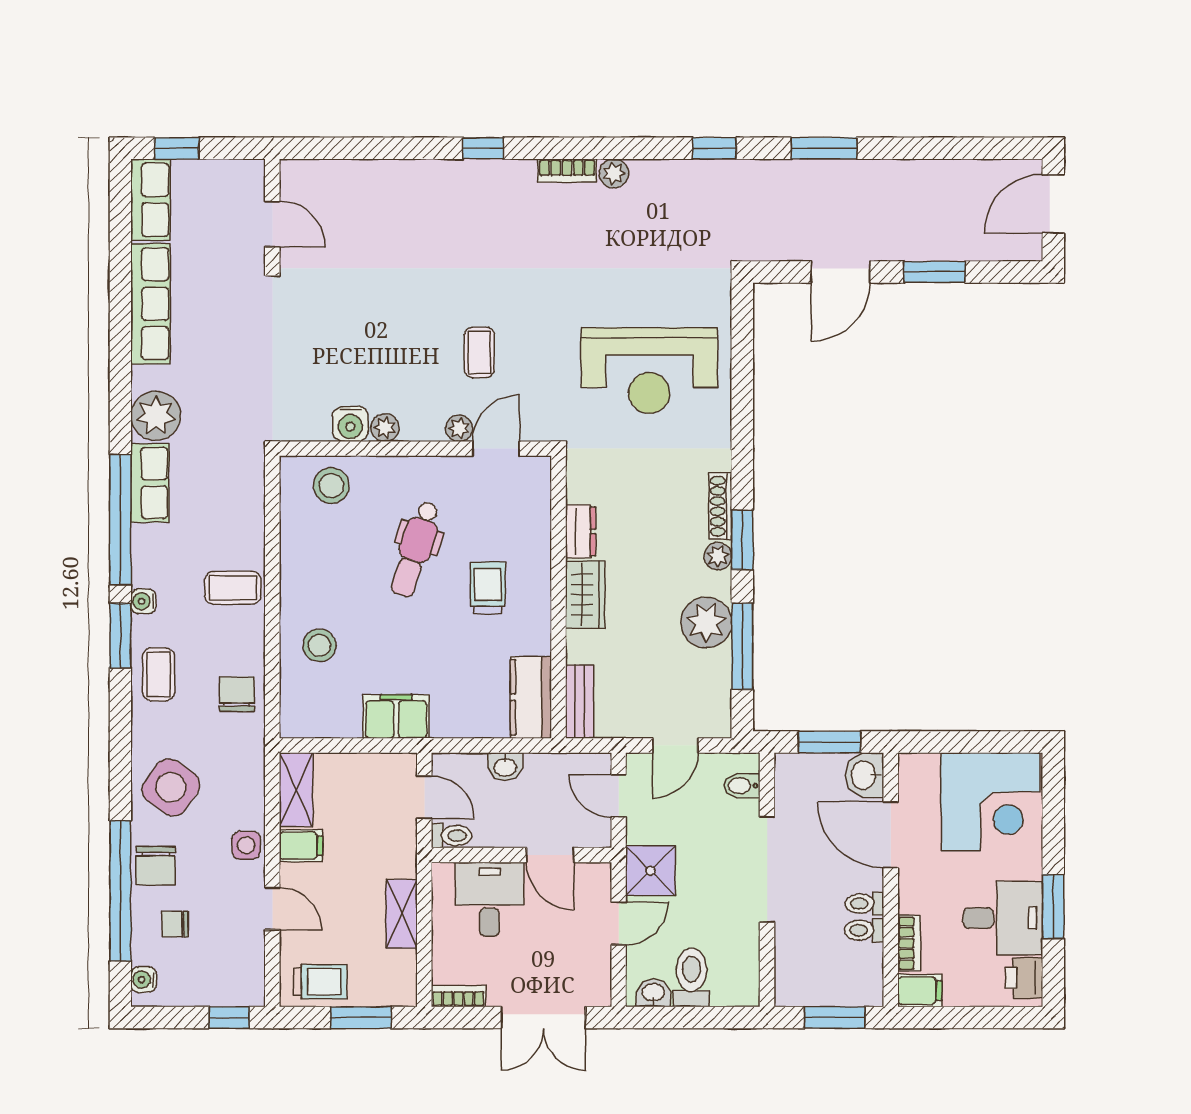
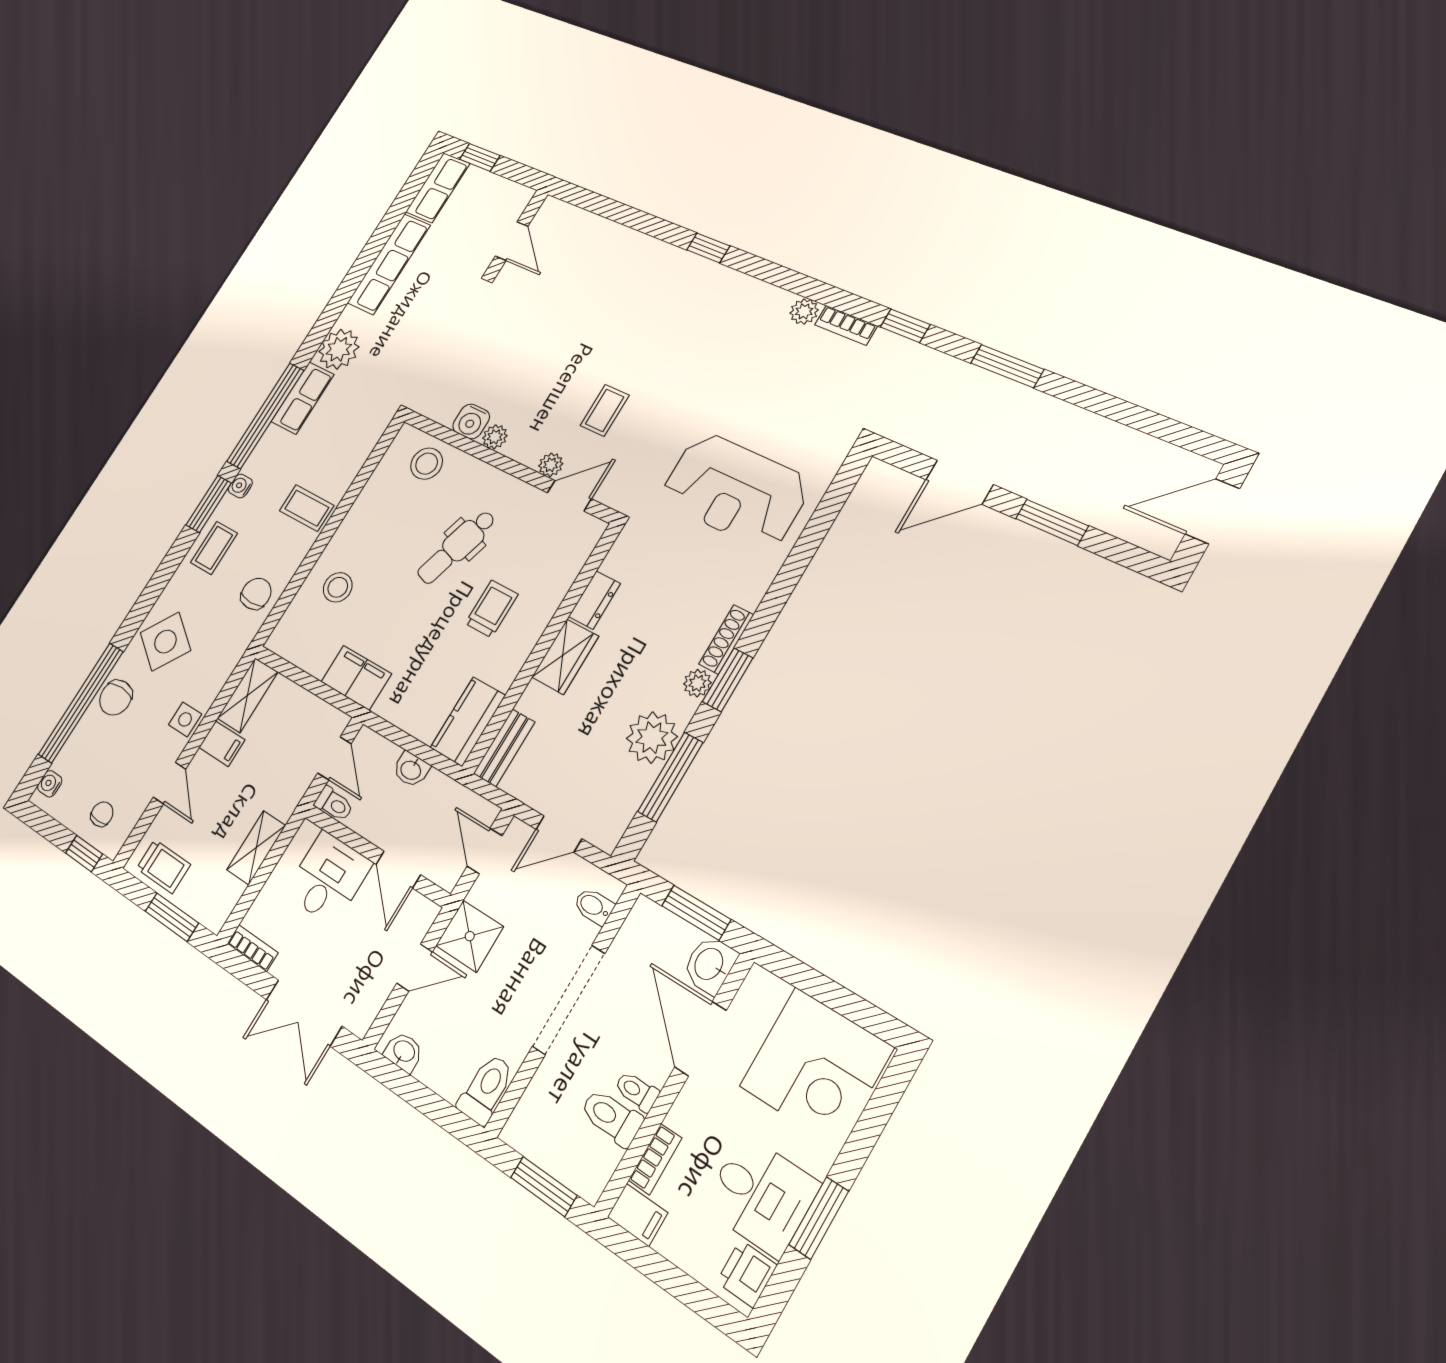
bookcase: (567, 171) -> (846, 325), moved
chair: (175, 924) -> (102, 814), moved, turned 90
toilet: (864, 930) -> (611, 1117), width x1.37, depth x1.39
toilet: (691, 977) -> (486, 1089), moved

